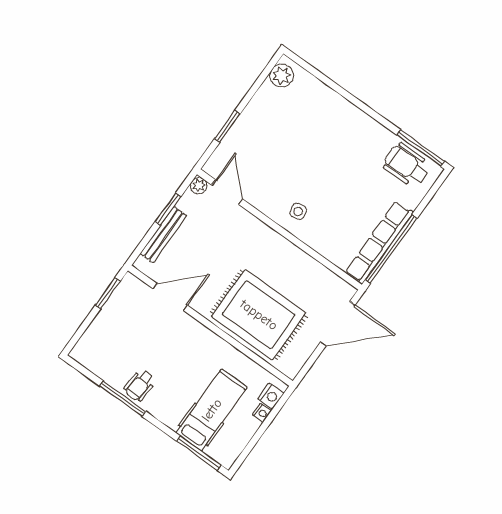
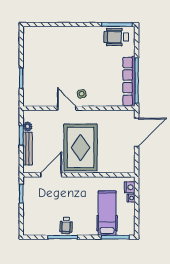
plant: (282, 76) -> (29, 37), removed
plant: (199, 186) -> (28, 127), moved
door: (227, 192) -> (67, 108), moved
rug: (259, 315) -> (81, 147), moved, turned 90

